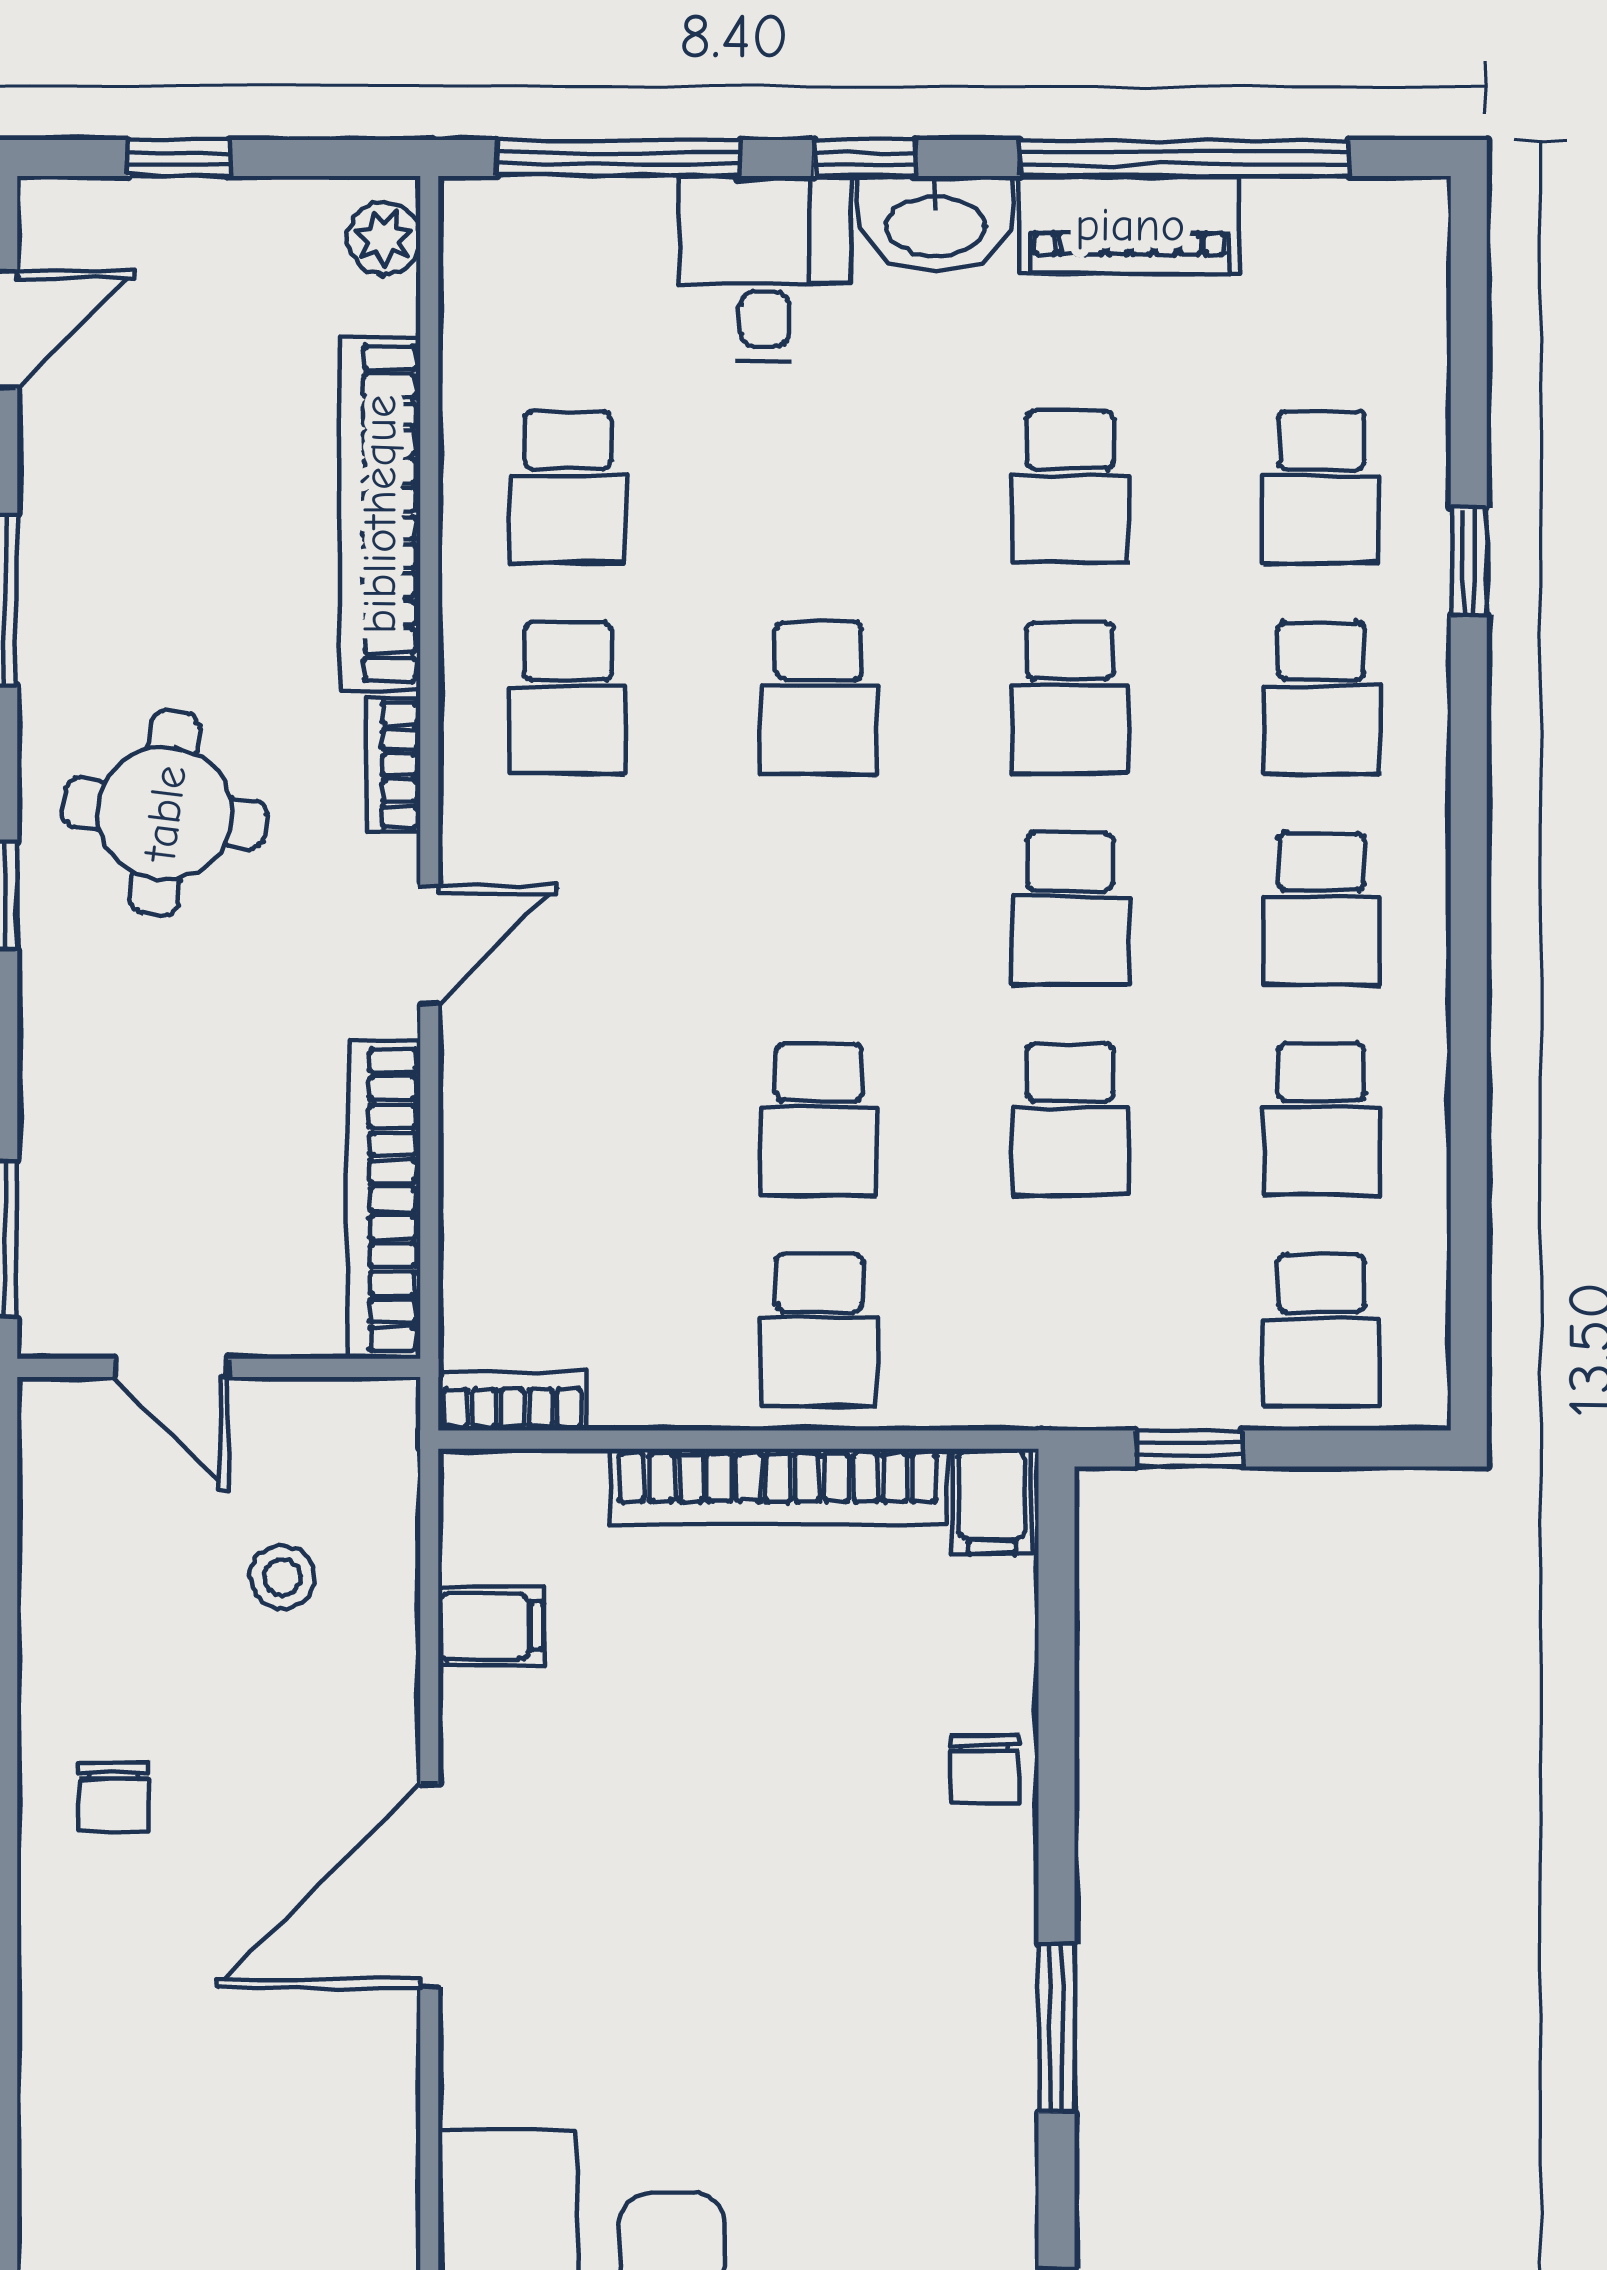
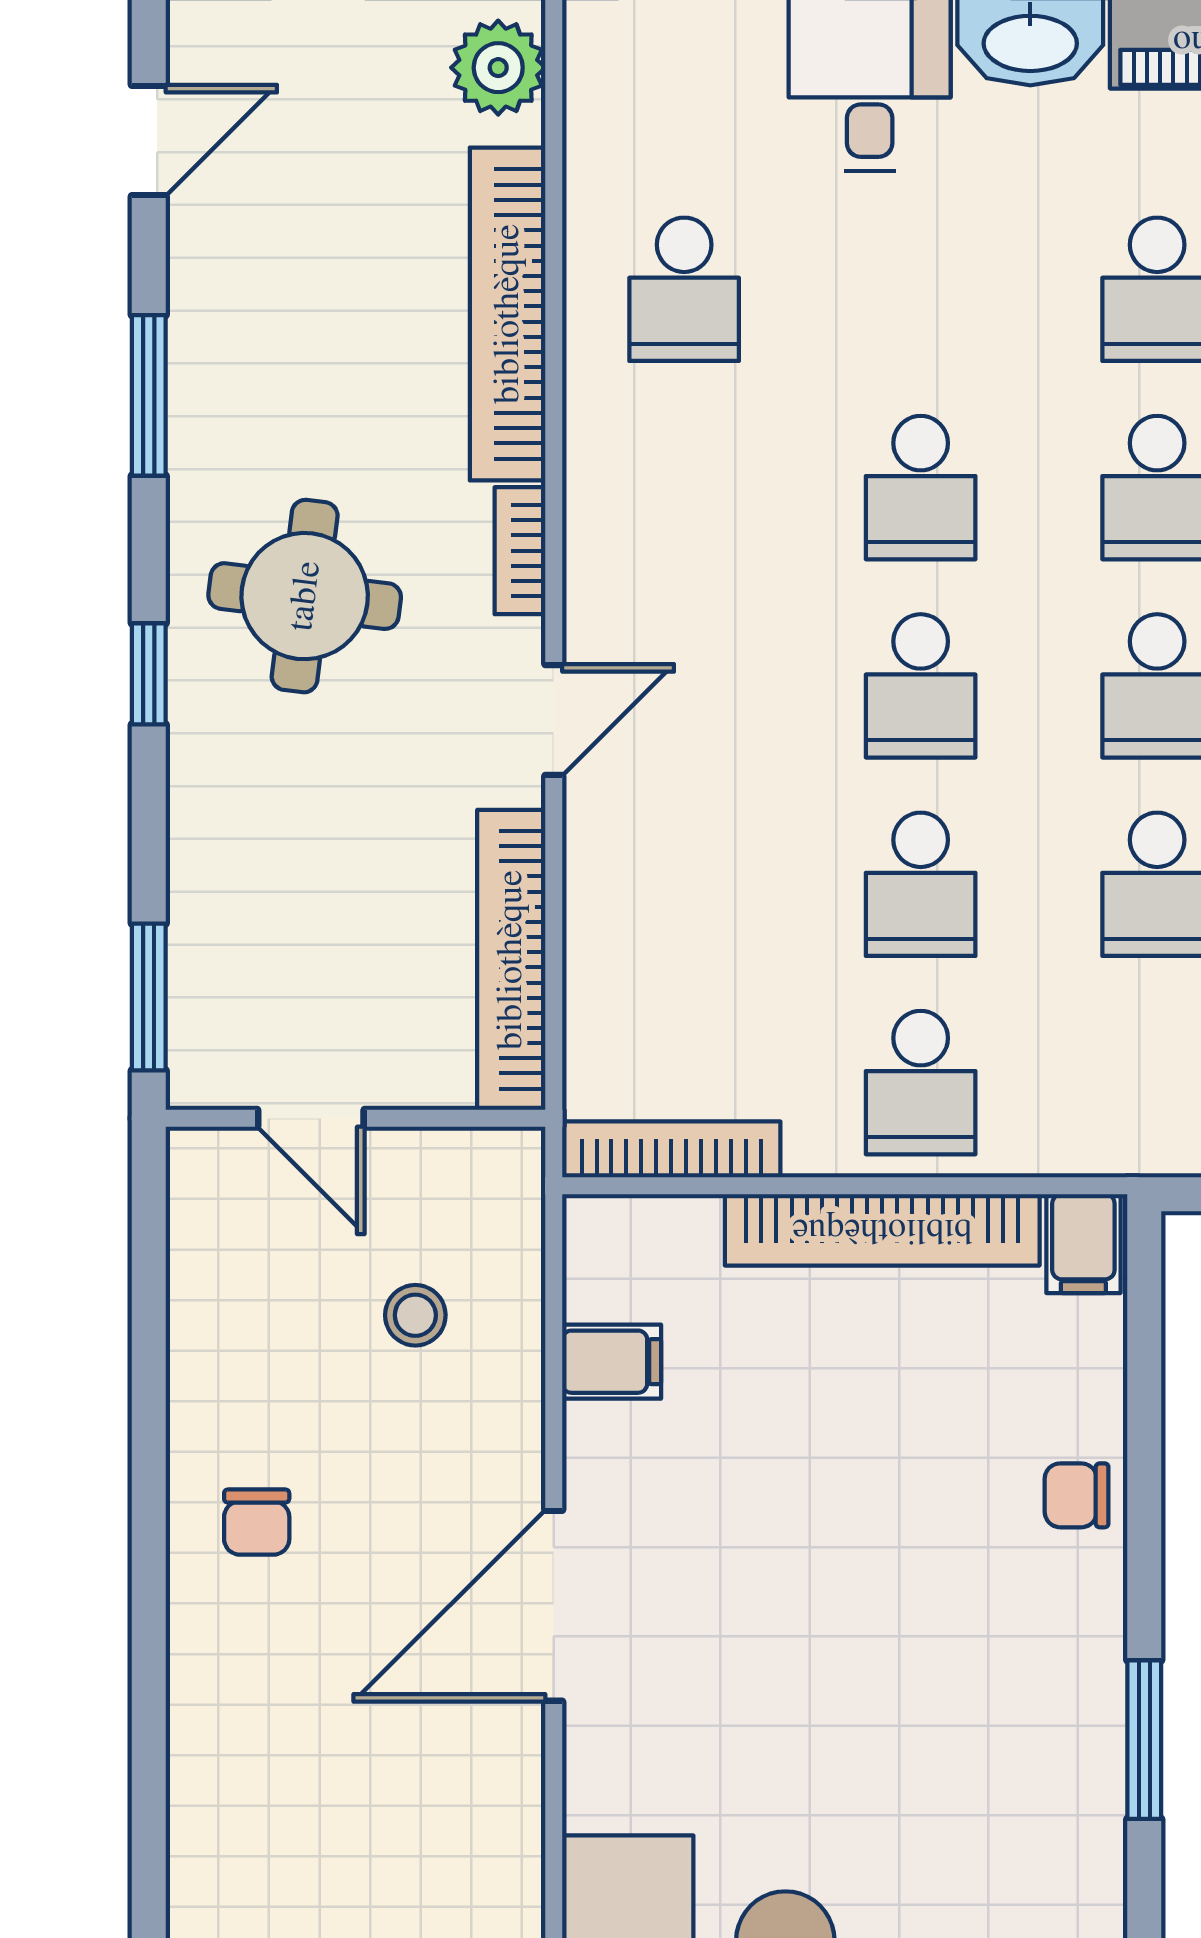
plant: (384, 238) -> (498, 68), width x1.38, depth x1.38
school desk: (568, 698) -> (921, 686), moved
bookcase: (512, 1401) -> (671, 1149), width x1.56
chair: (985, 1768) -> (1077, 1495), turned 90

